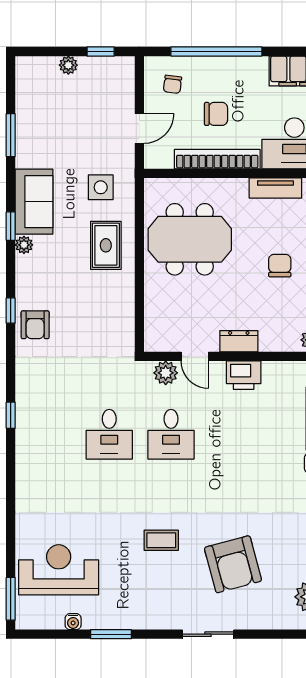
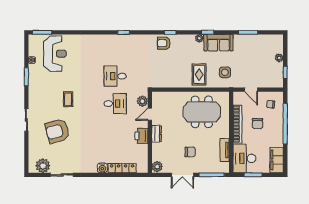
meeting table: (190, 239) -> (202, 112), turned 90
rug: (106, 245) -> (199, 75), turned 90
desk: (171, 434) -> (115, 104), turned 180

